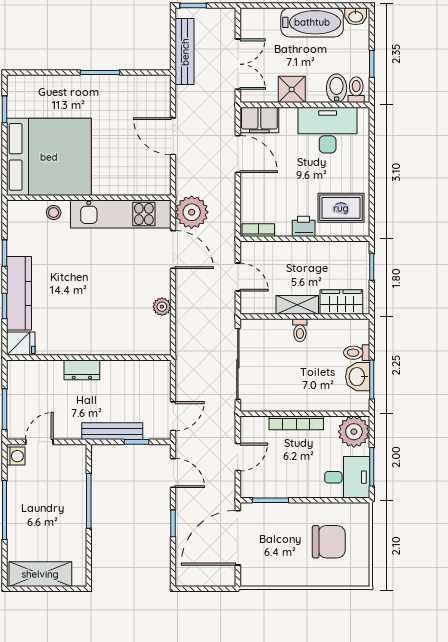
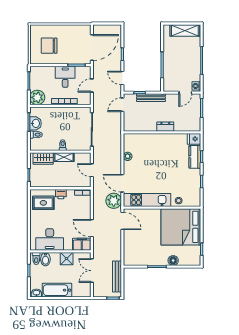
floor lamp: (65, 85) -> (173, 261), added
door: (173, 136) -> (122, 221), moved
kitchen counter: (19, 293) -> (195, 157), width x0.67
desk: (347, 477) -> (65, 77), moved, turned 90

